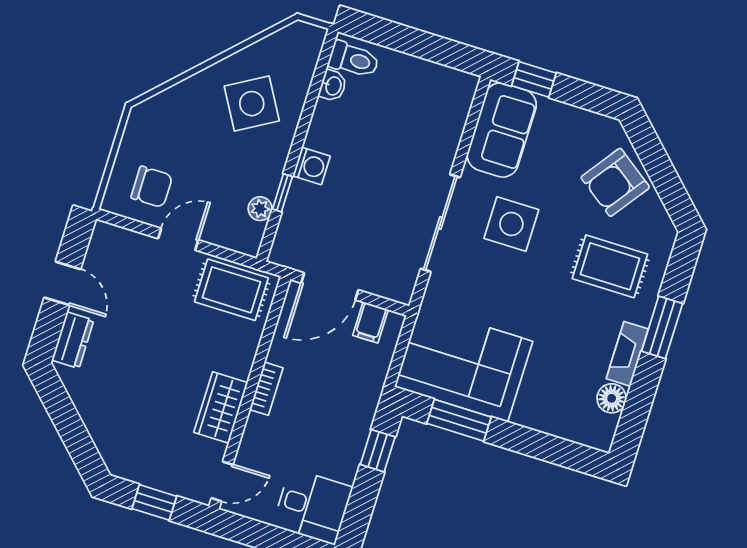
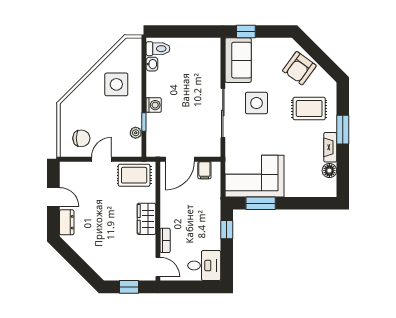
side table: (252, 104) -> (116, 84), turned 30
bookcase: (266, 389) -> (165, 240), moved
wardrobe: (221, 407) -> (146, 219), moved
door: (222, 481) -> (158, 267), hinge flipped

